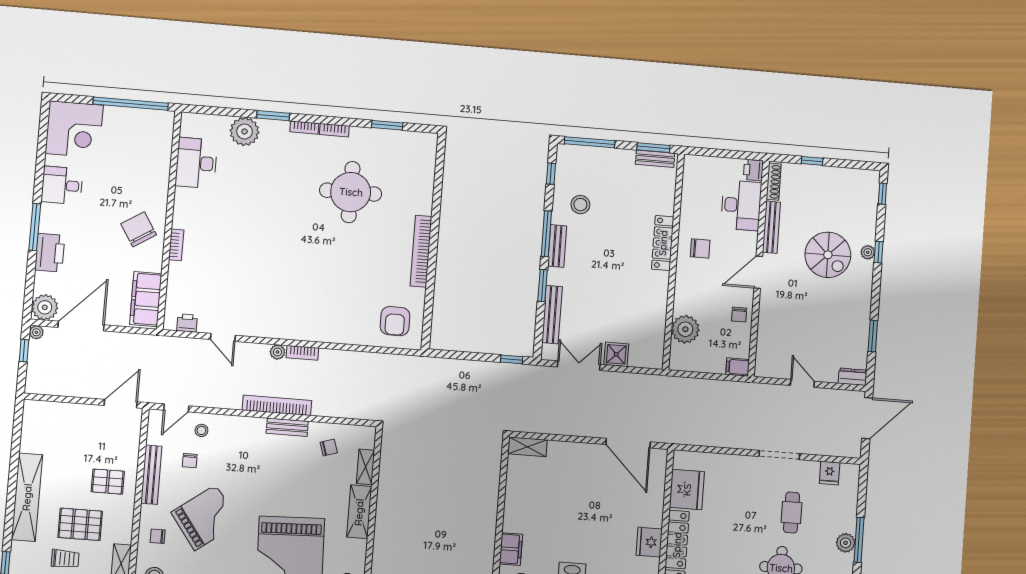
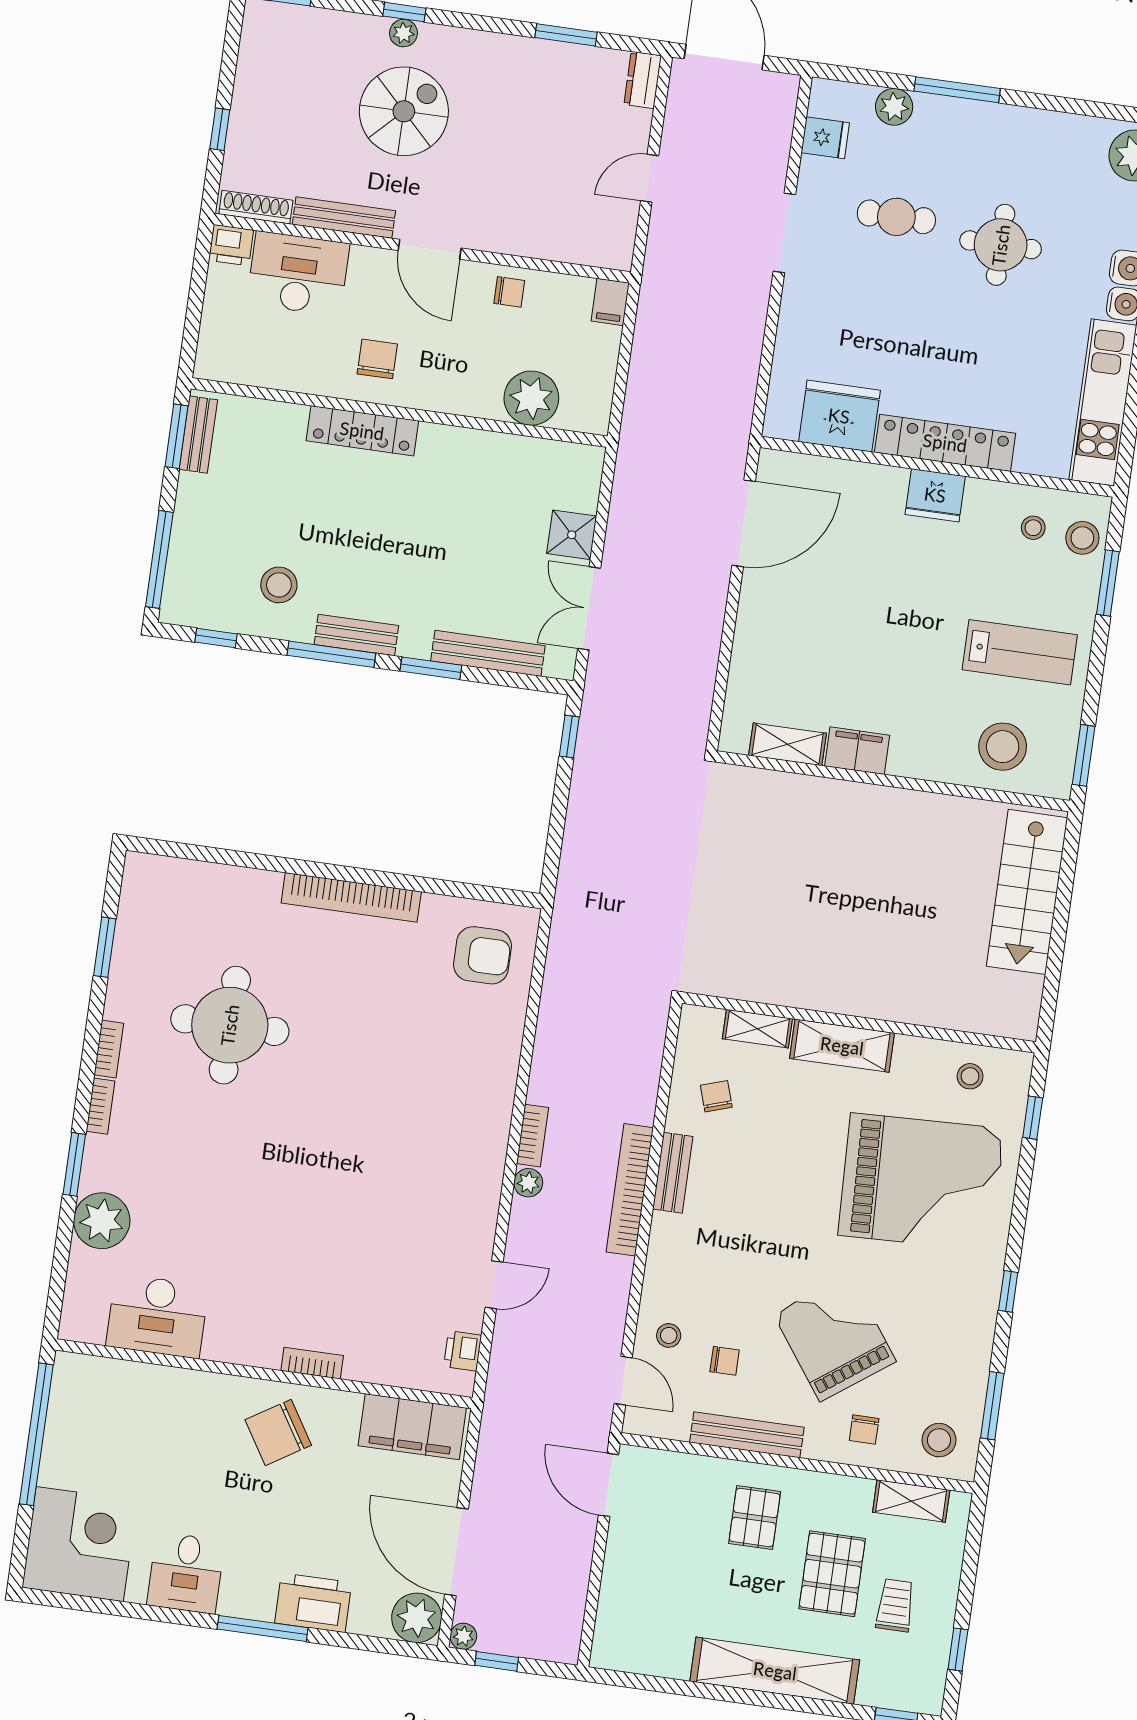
shelving: (527, 447) -> (788, 744), moved, turned 90
plant: (846, 543) -> (894, 107), moved
filing cabinet: (511, 549) -> (857, 751), moved

